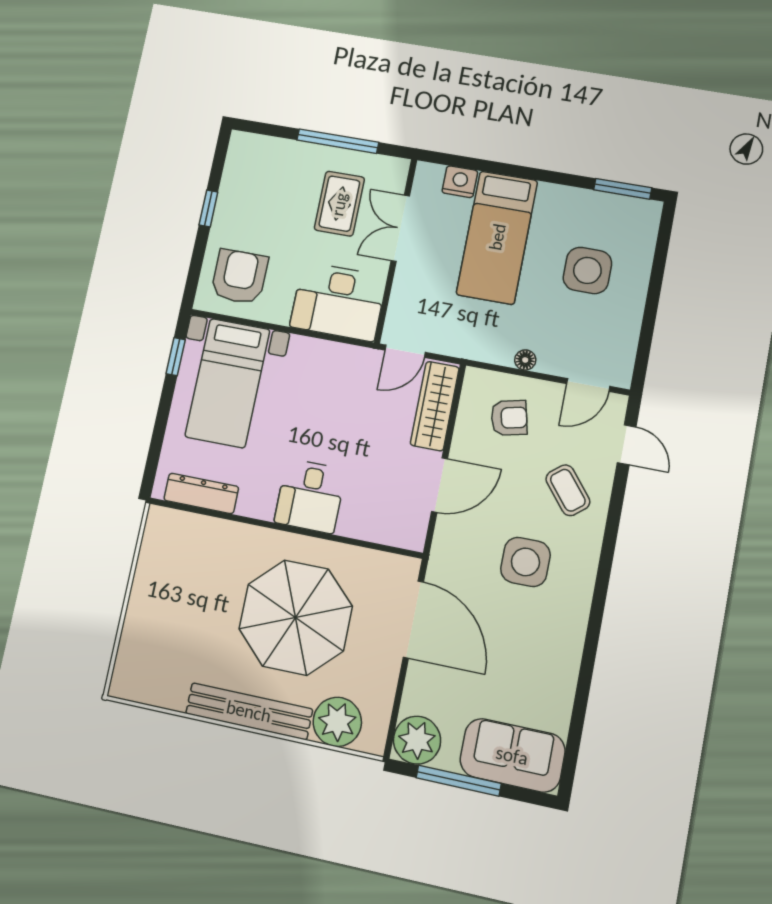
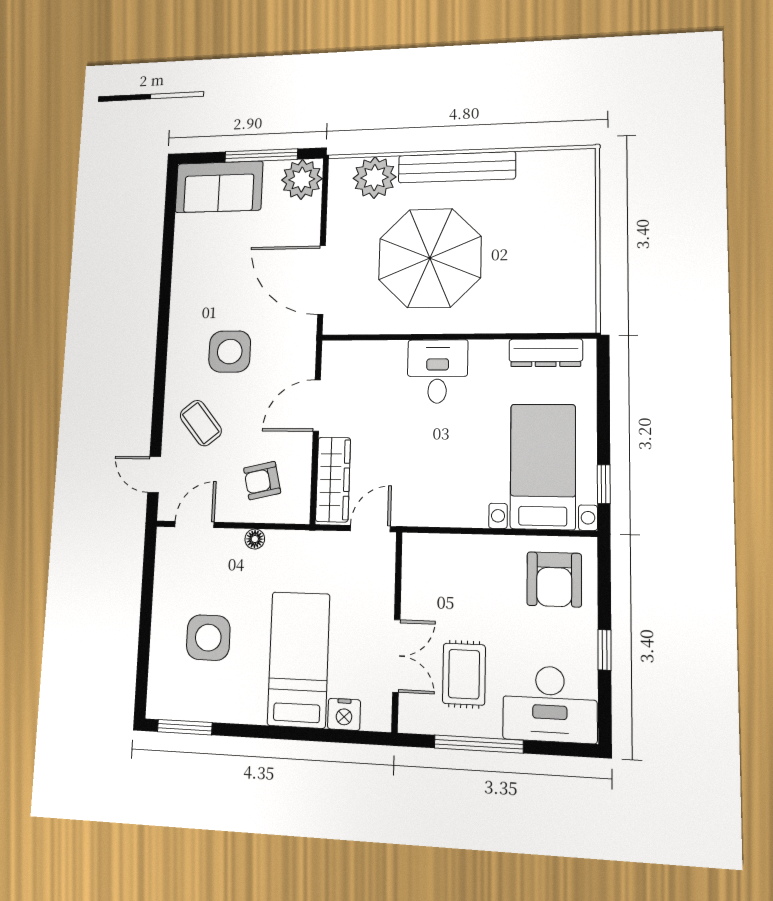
desk: (338, 302) -> (550, 704), moved, turned 180

